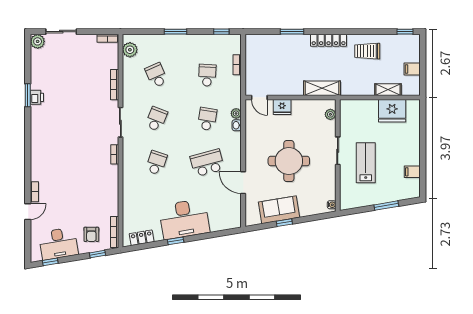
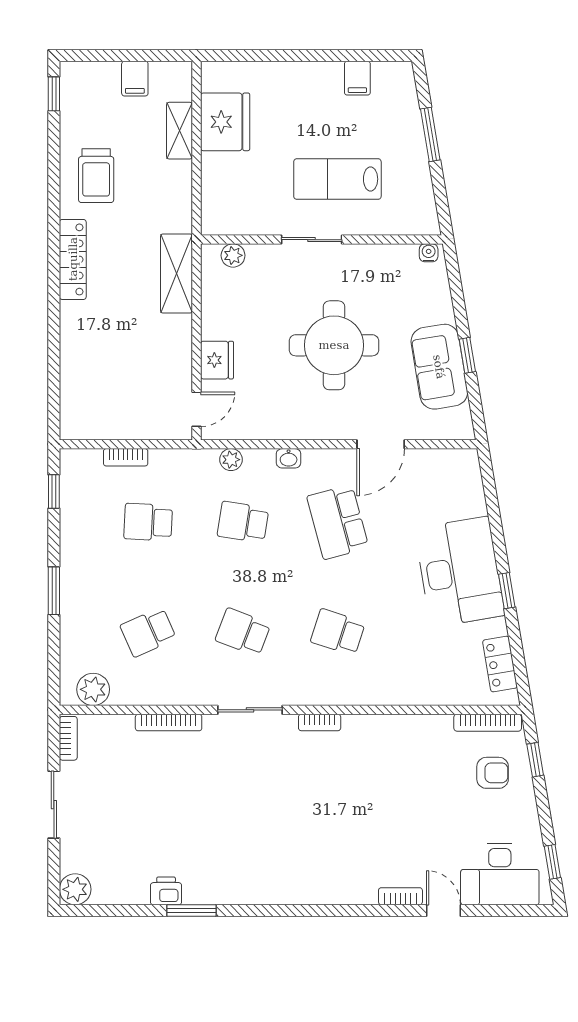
sliding door: (61, 32) -> (54, 805), moved
window: (292, 32) -> (54, 339), removed
printer: (37, 97) -> (166, 891), moved
washbasin: (237, 125) -> (289, 458), moved
desk: (58, 244) -> (500, 874), moved, turned 100

